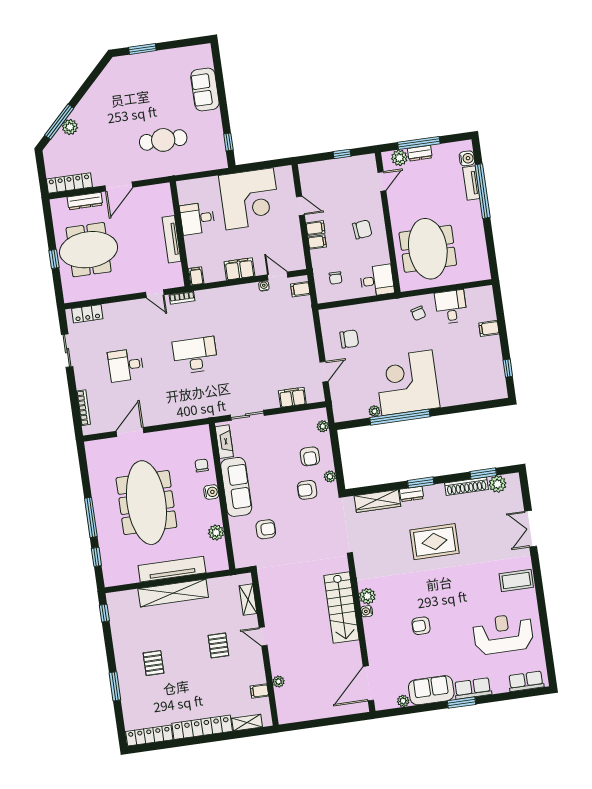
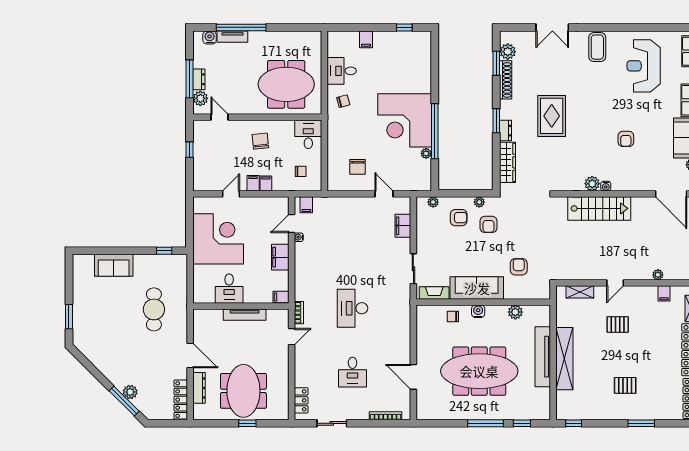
chair: (349, 339) -> (358, 167), turned 180

